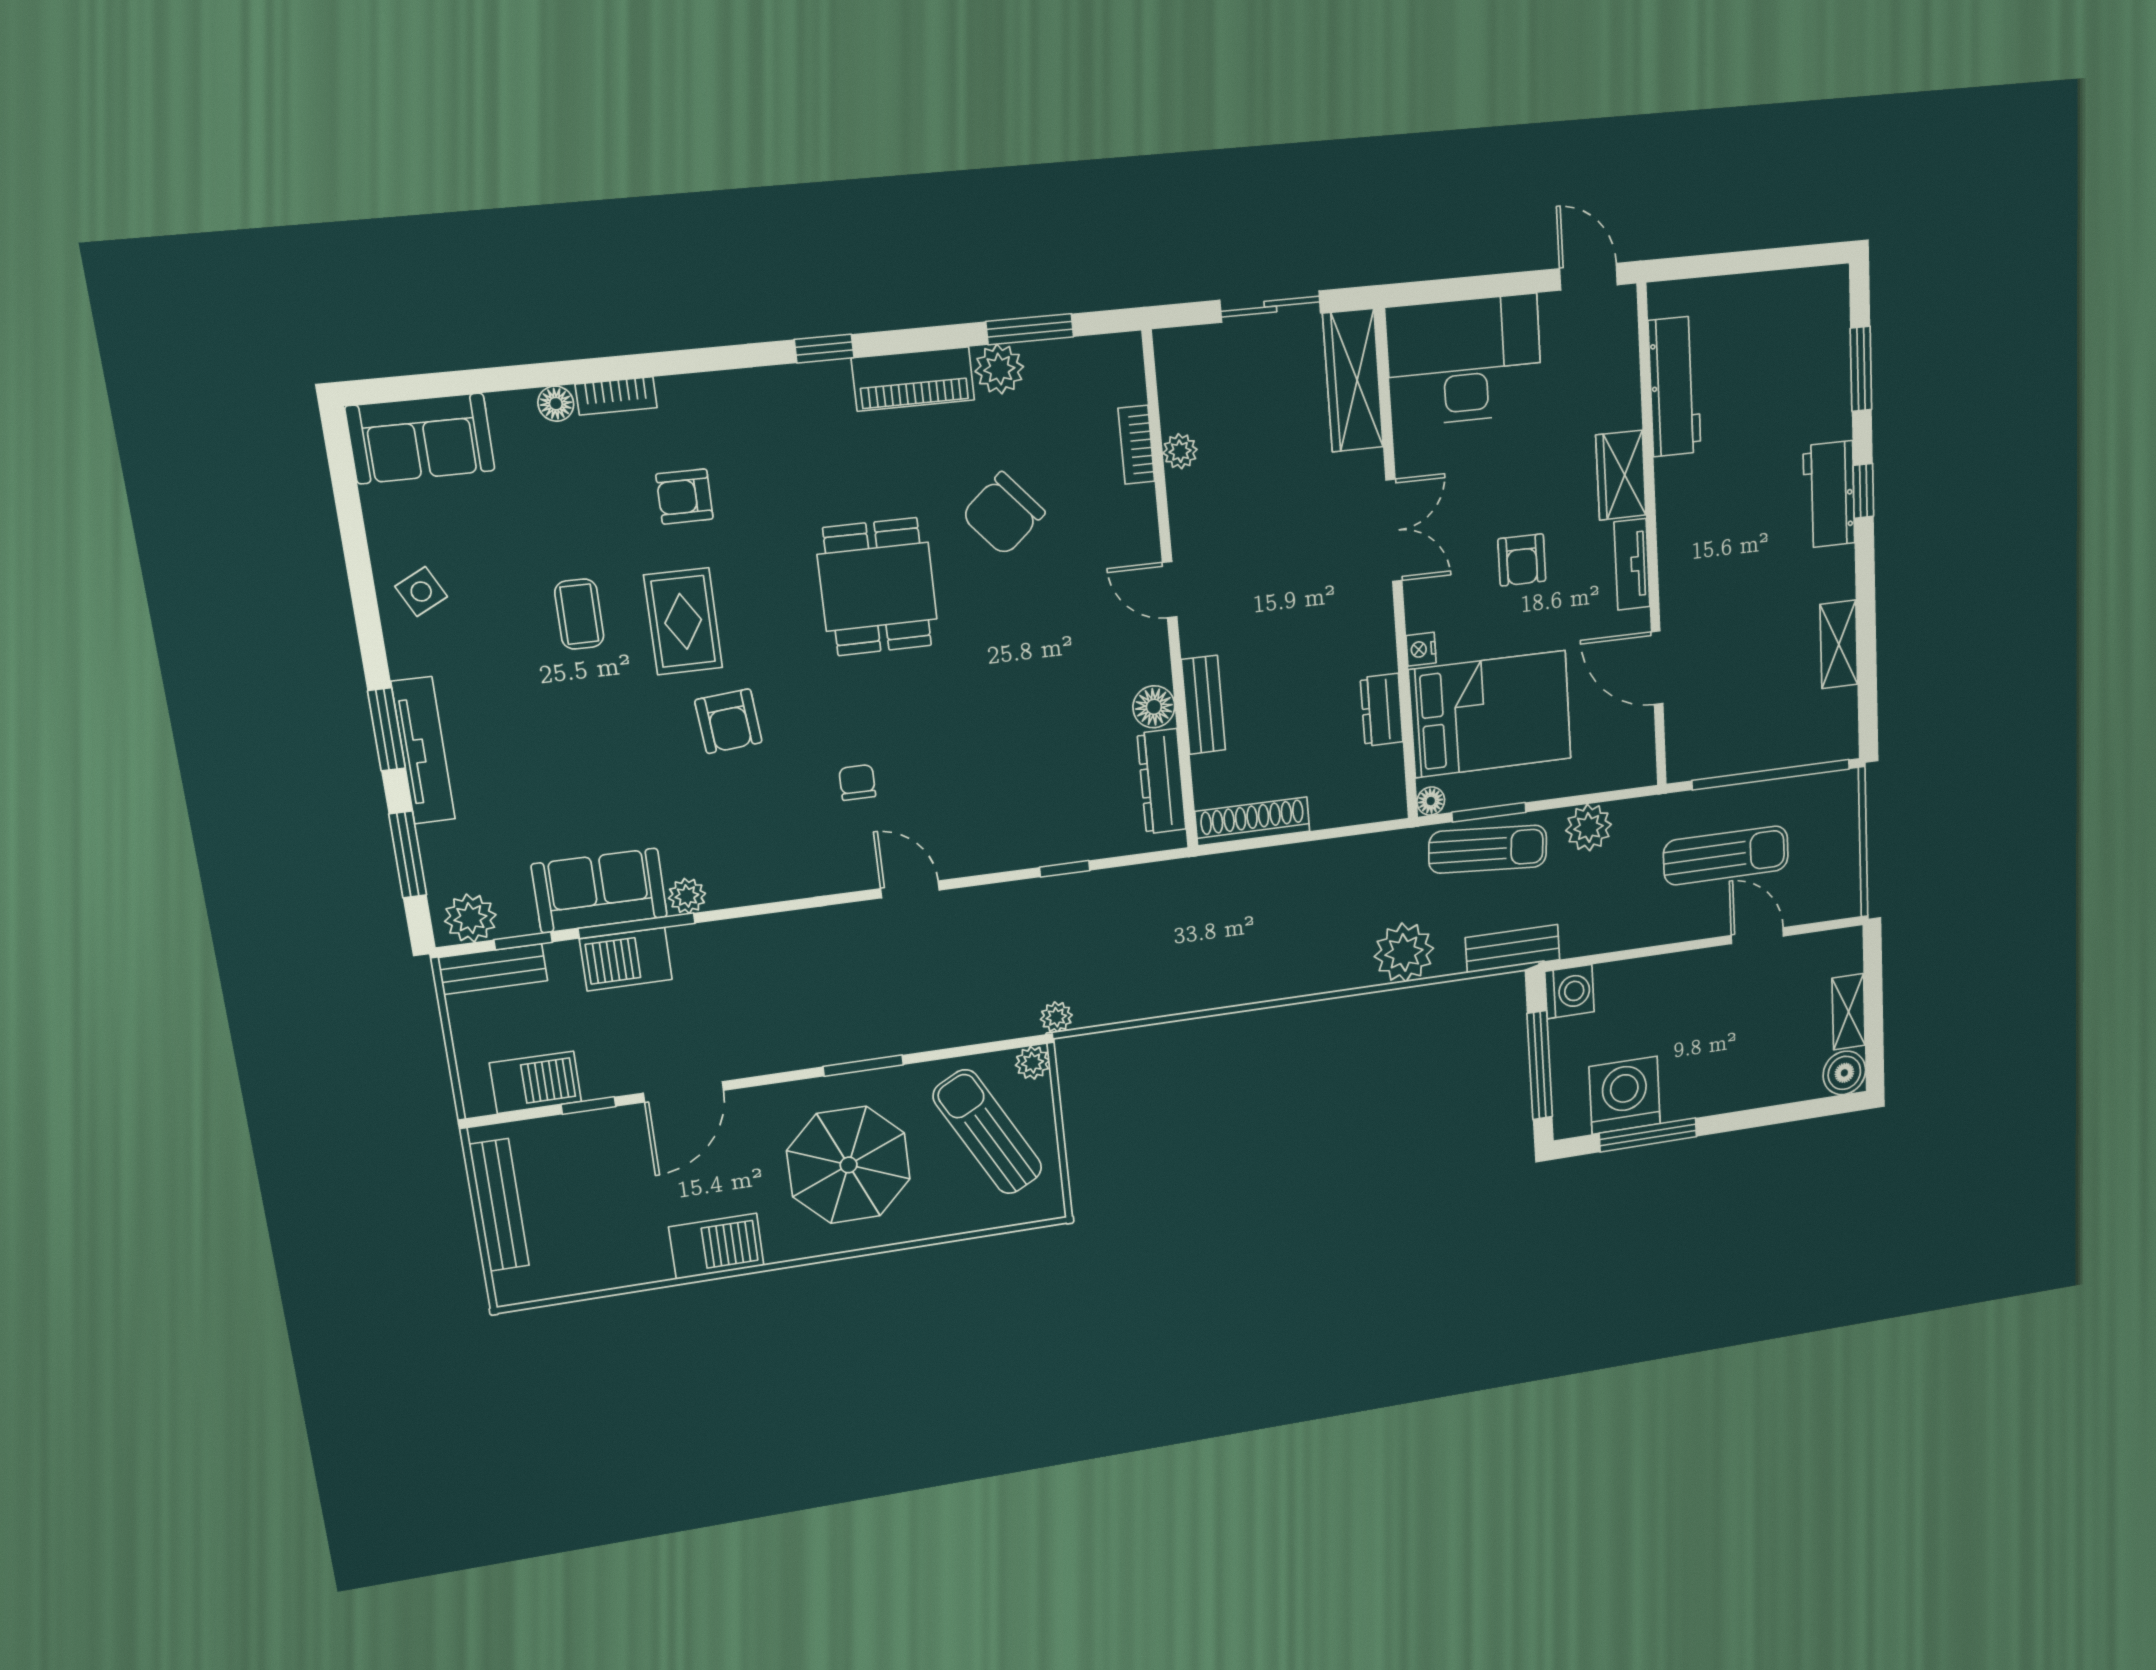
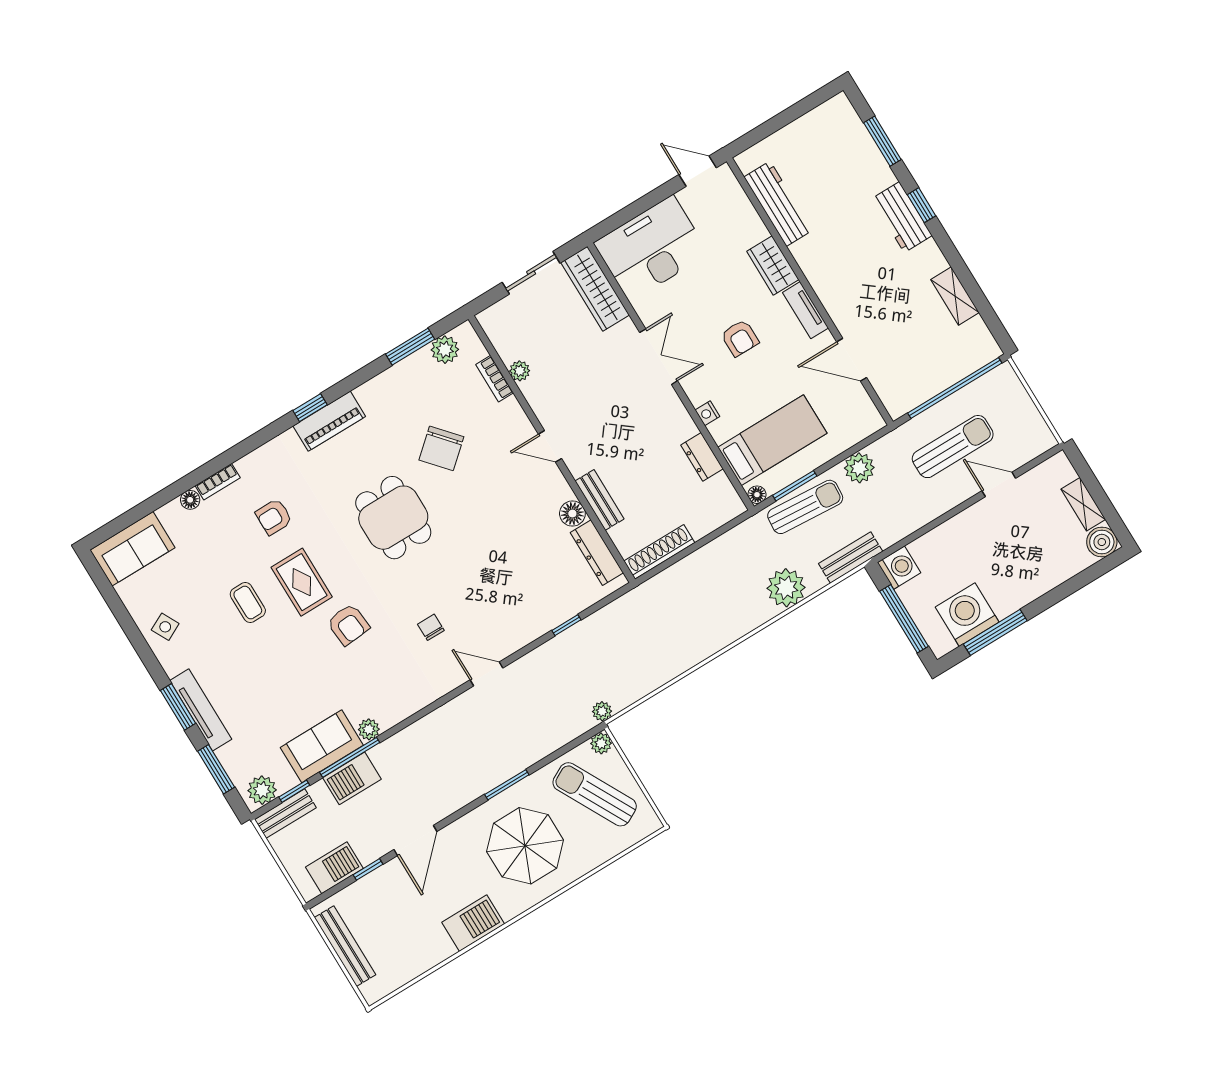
plant: (999, 369) -> (445, 350), moved
piano: (913, 379) -> (329, 421), moved
bed: (1490, 714) -> (772, 440), width x0.67

